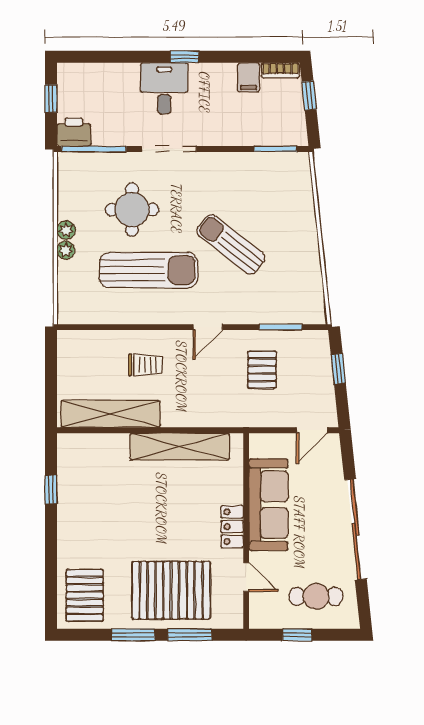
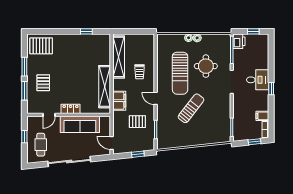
filing cabinet: (213, 413) -> (119, 101), added
pallet: (171, 590) -> (43, 83), width x0.49, depth x0.50

